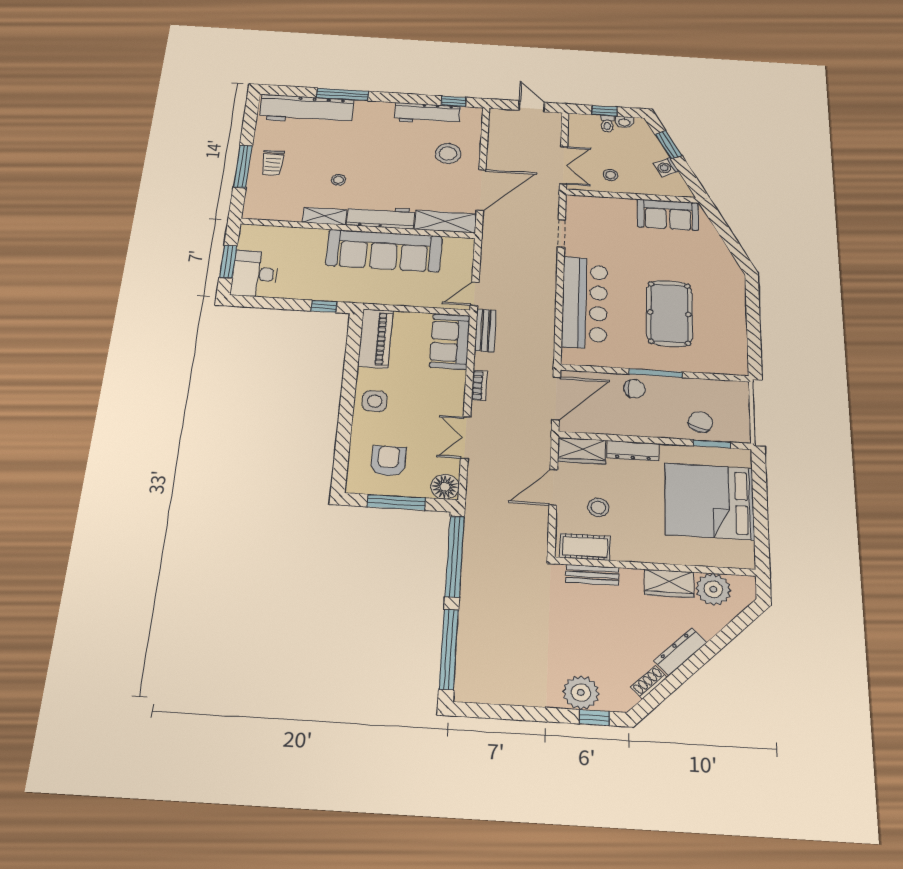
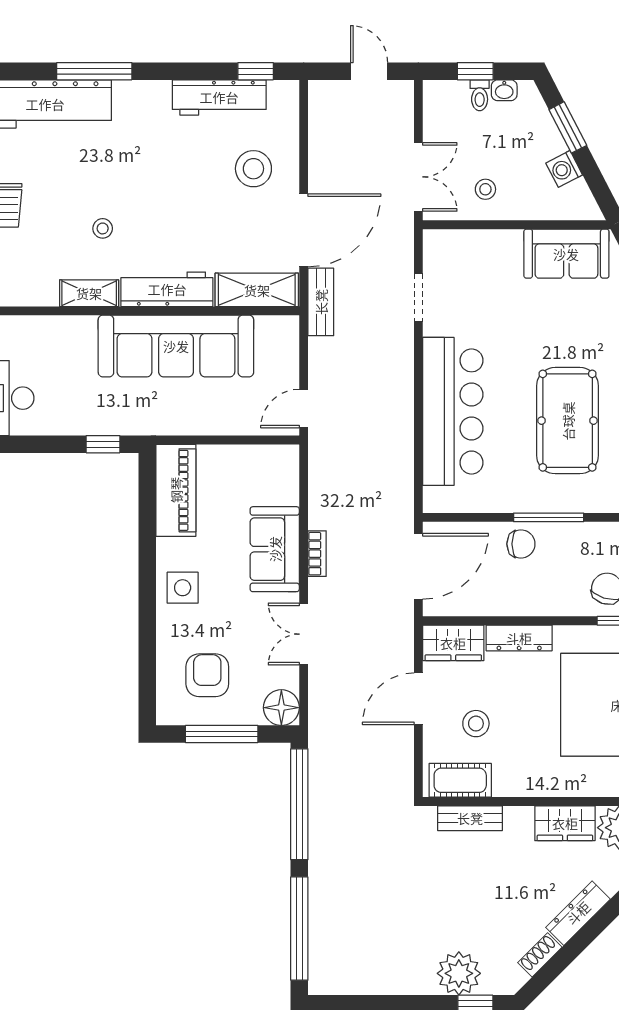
bench: (485, 330) -> (321, 302), moved
sofa: (450, 342) -> (275, 549), moved

